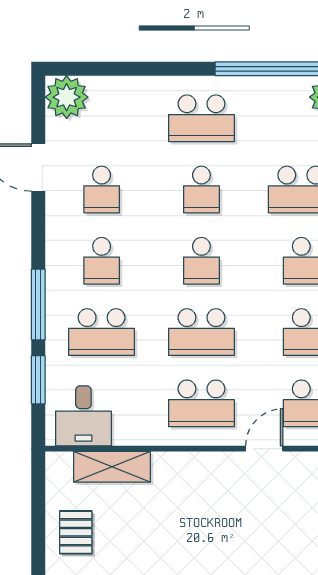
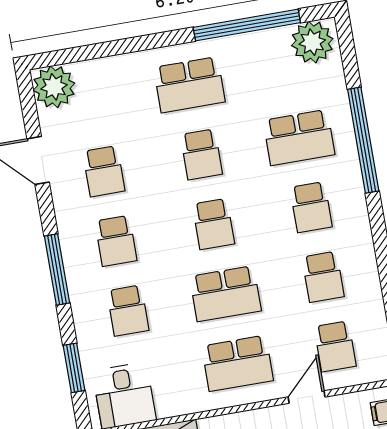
window: (38, 304) -> (57, 269), moved
school desk: (102, 332) -> (128, 311), width x0.54

